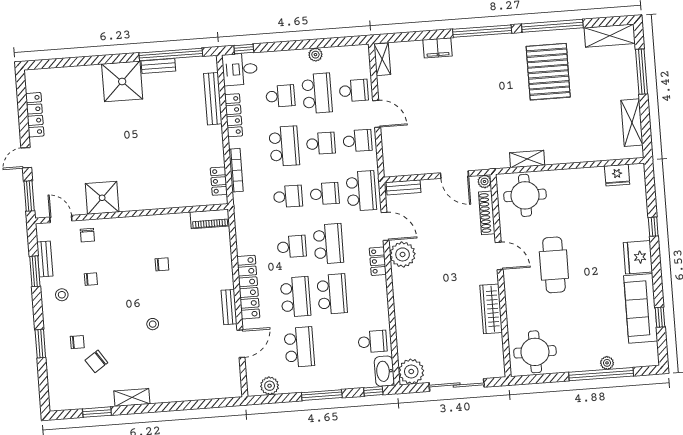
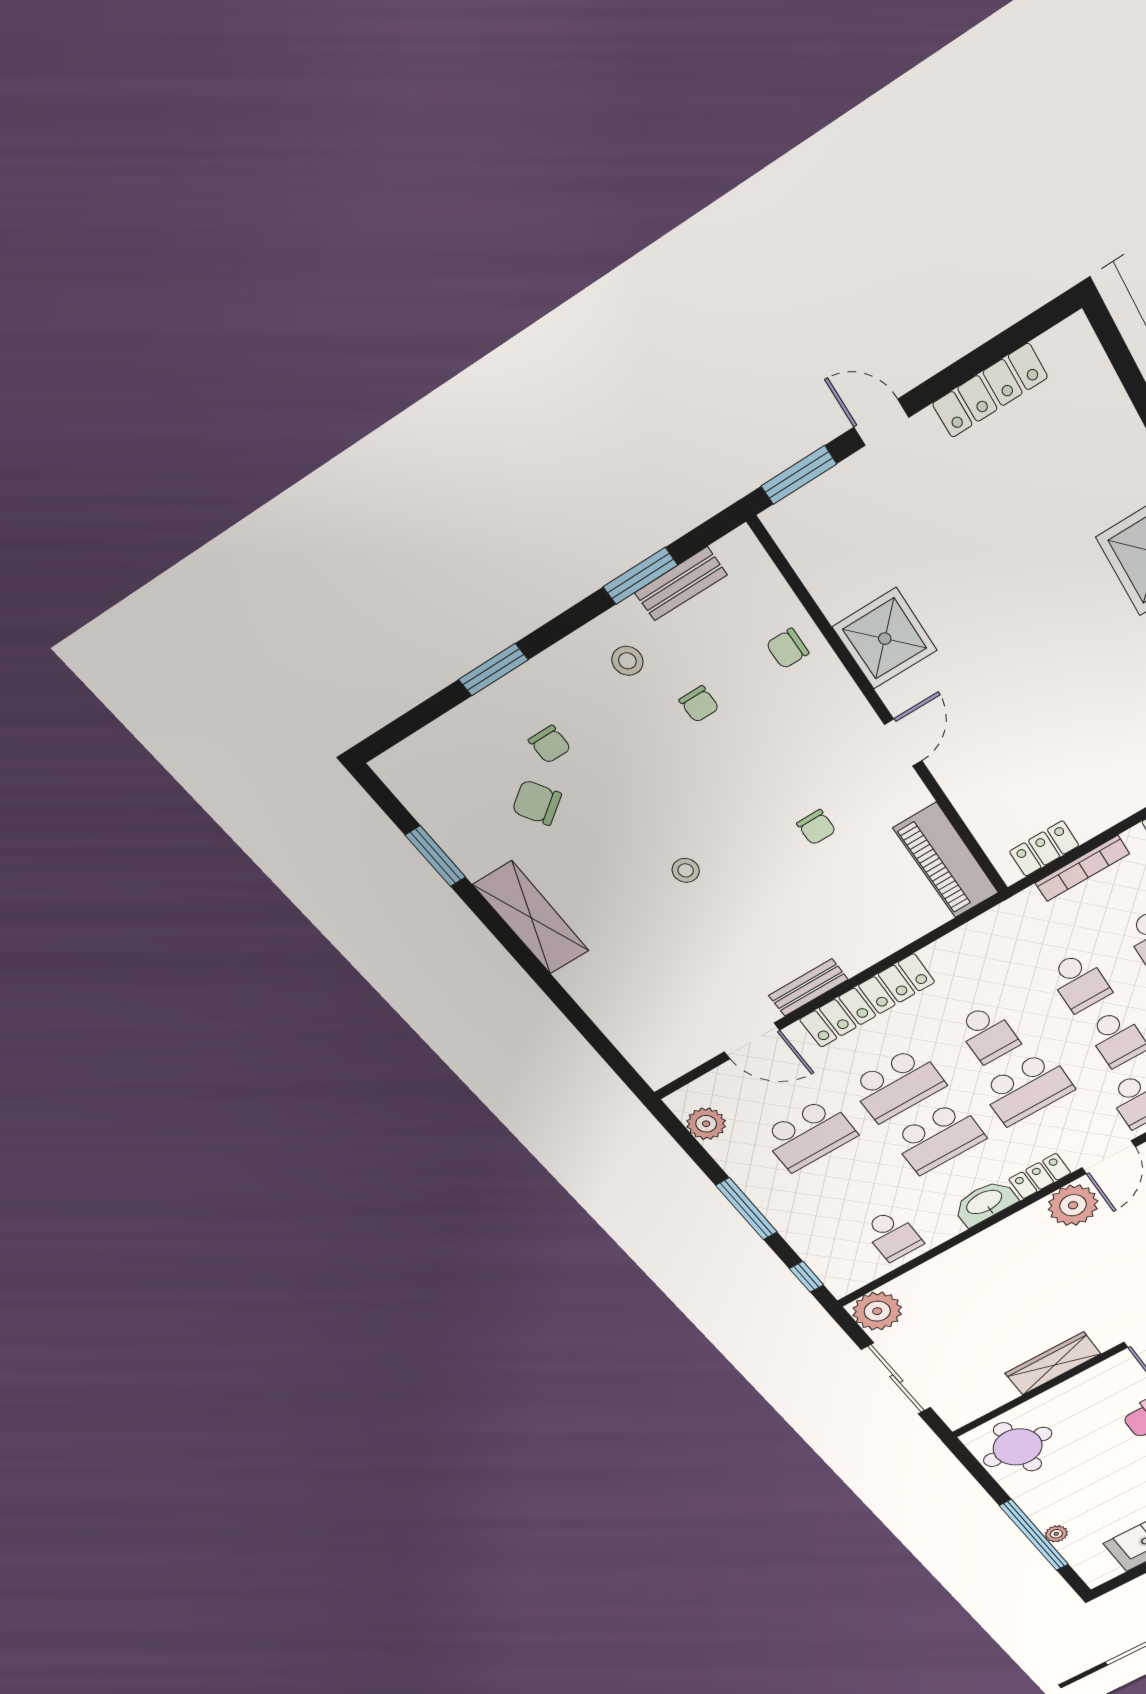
door: (61, 219) -> (903, 743), moved
piano: (210, 219) -> (946, 861), width x1.37, depth x1.33
washbasin: (384, 371) -> (985, 1203), moved
shelving: (132, 397) -> (531, 918), width x1.50, depth x1.33

